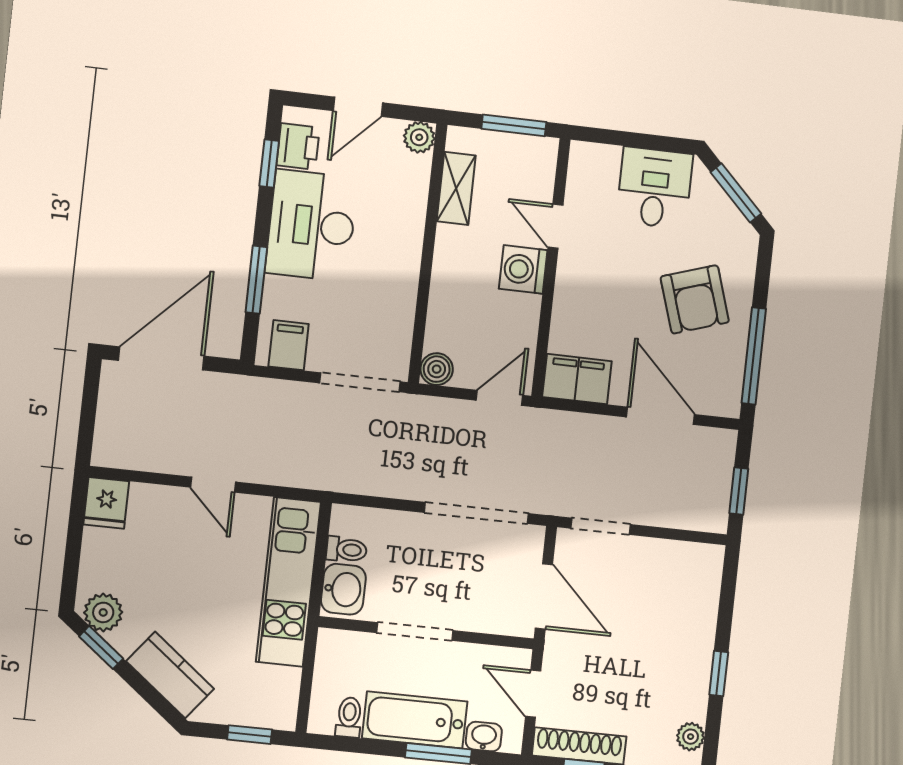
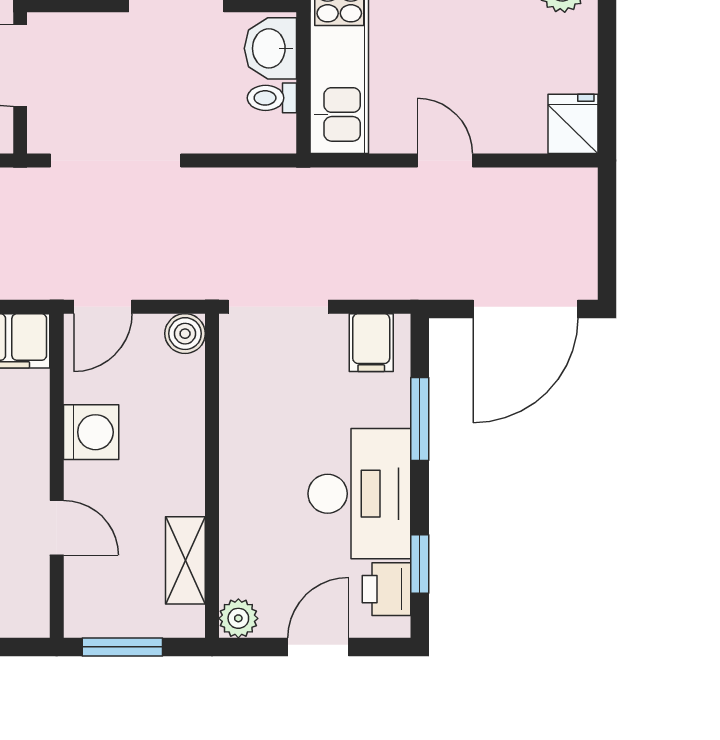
washing machine: (523, 269) -> (91, 432), moved

